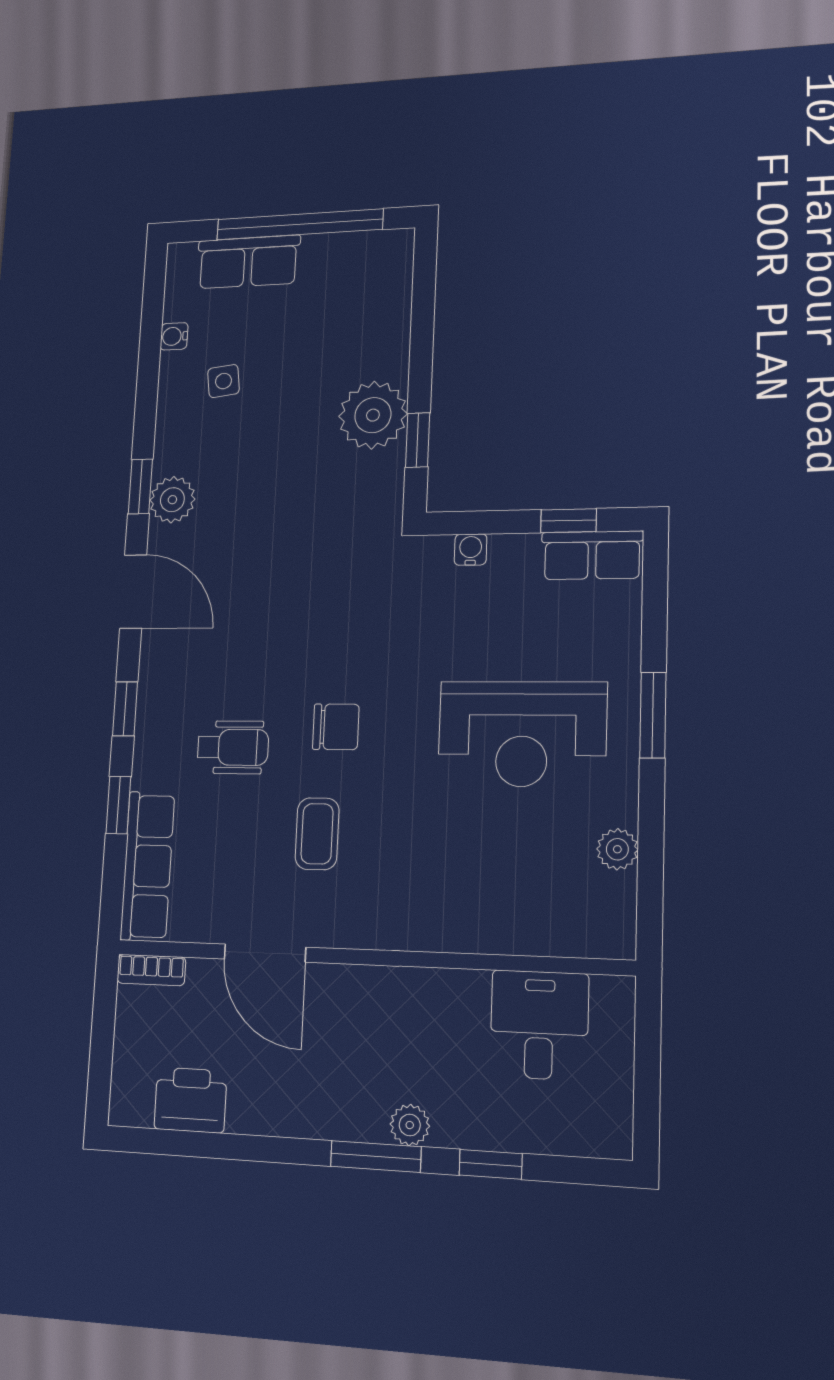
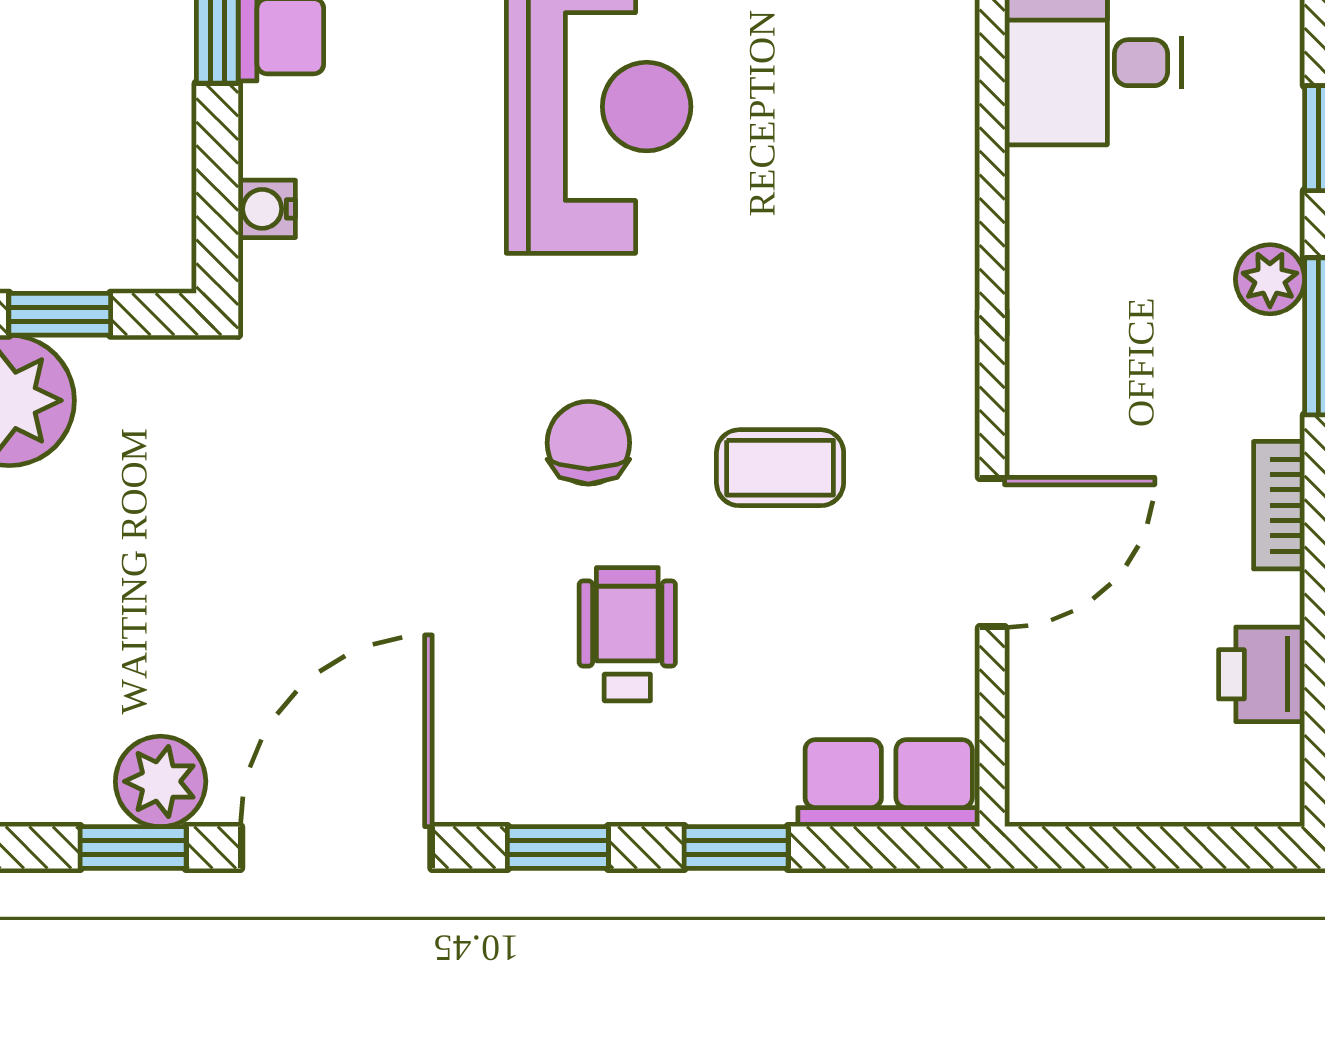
door: (133, 592) -> (336, 848), width x1.36
row of seats: (147, 866) -> (889, 783), width x0.68
bookcase: (151, 970) -> (1279, 505), moved, turned 180
printer: (190, 1100) -> (1262, 674), width x0.73, depth x0.81

